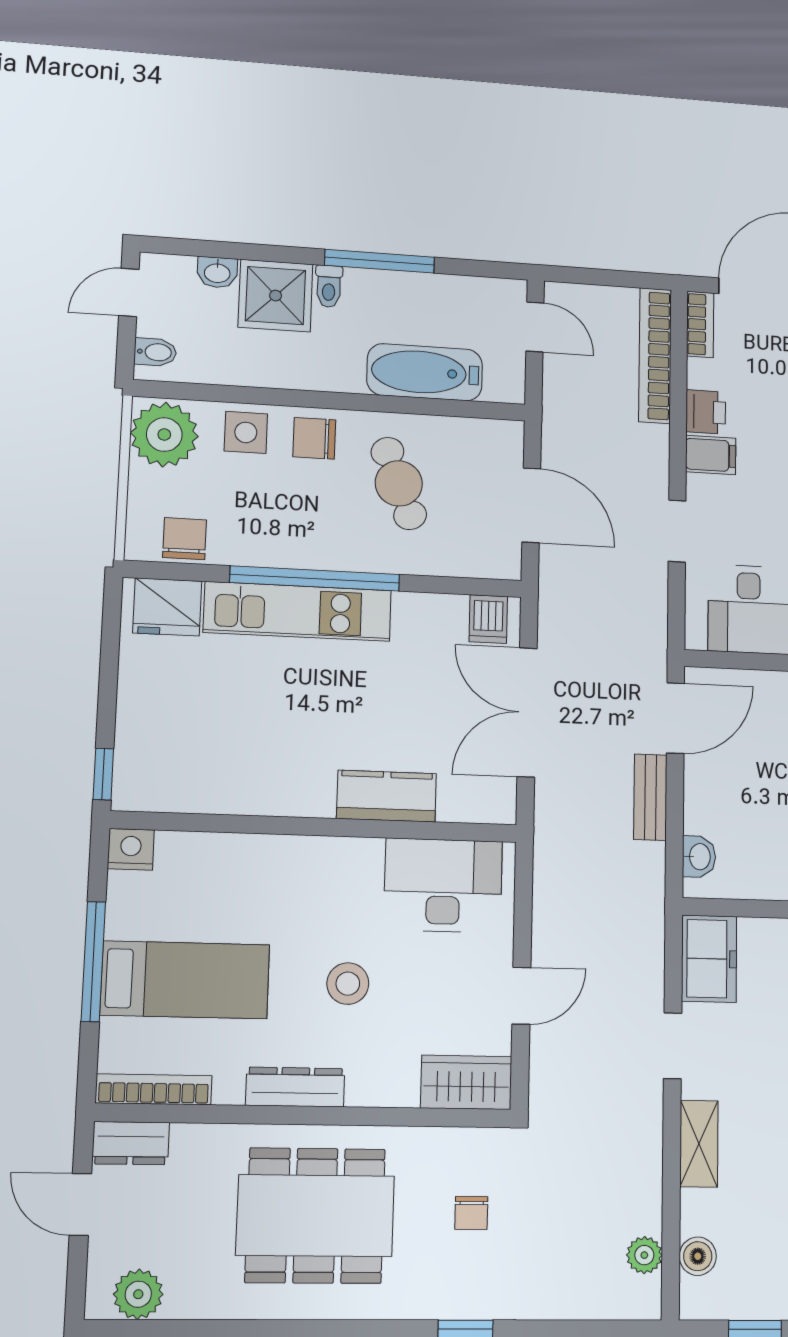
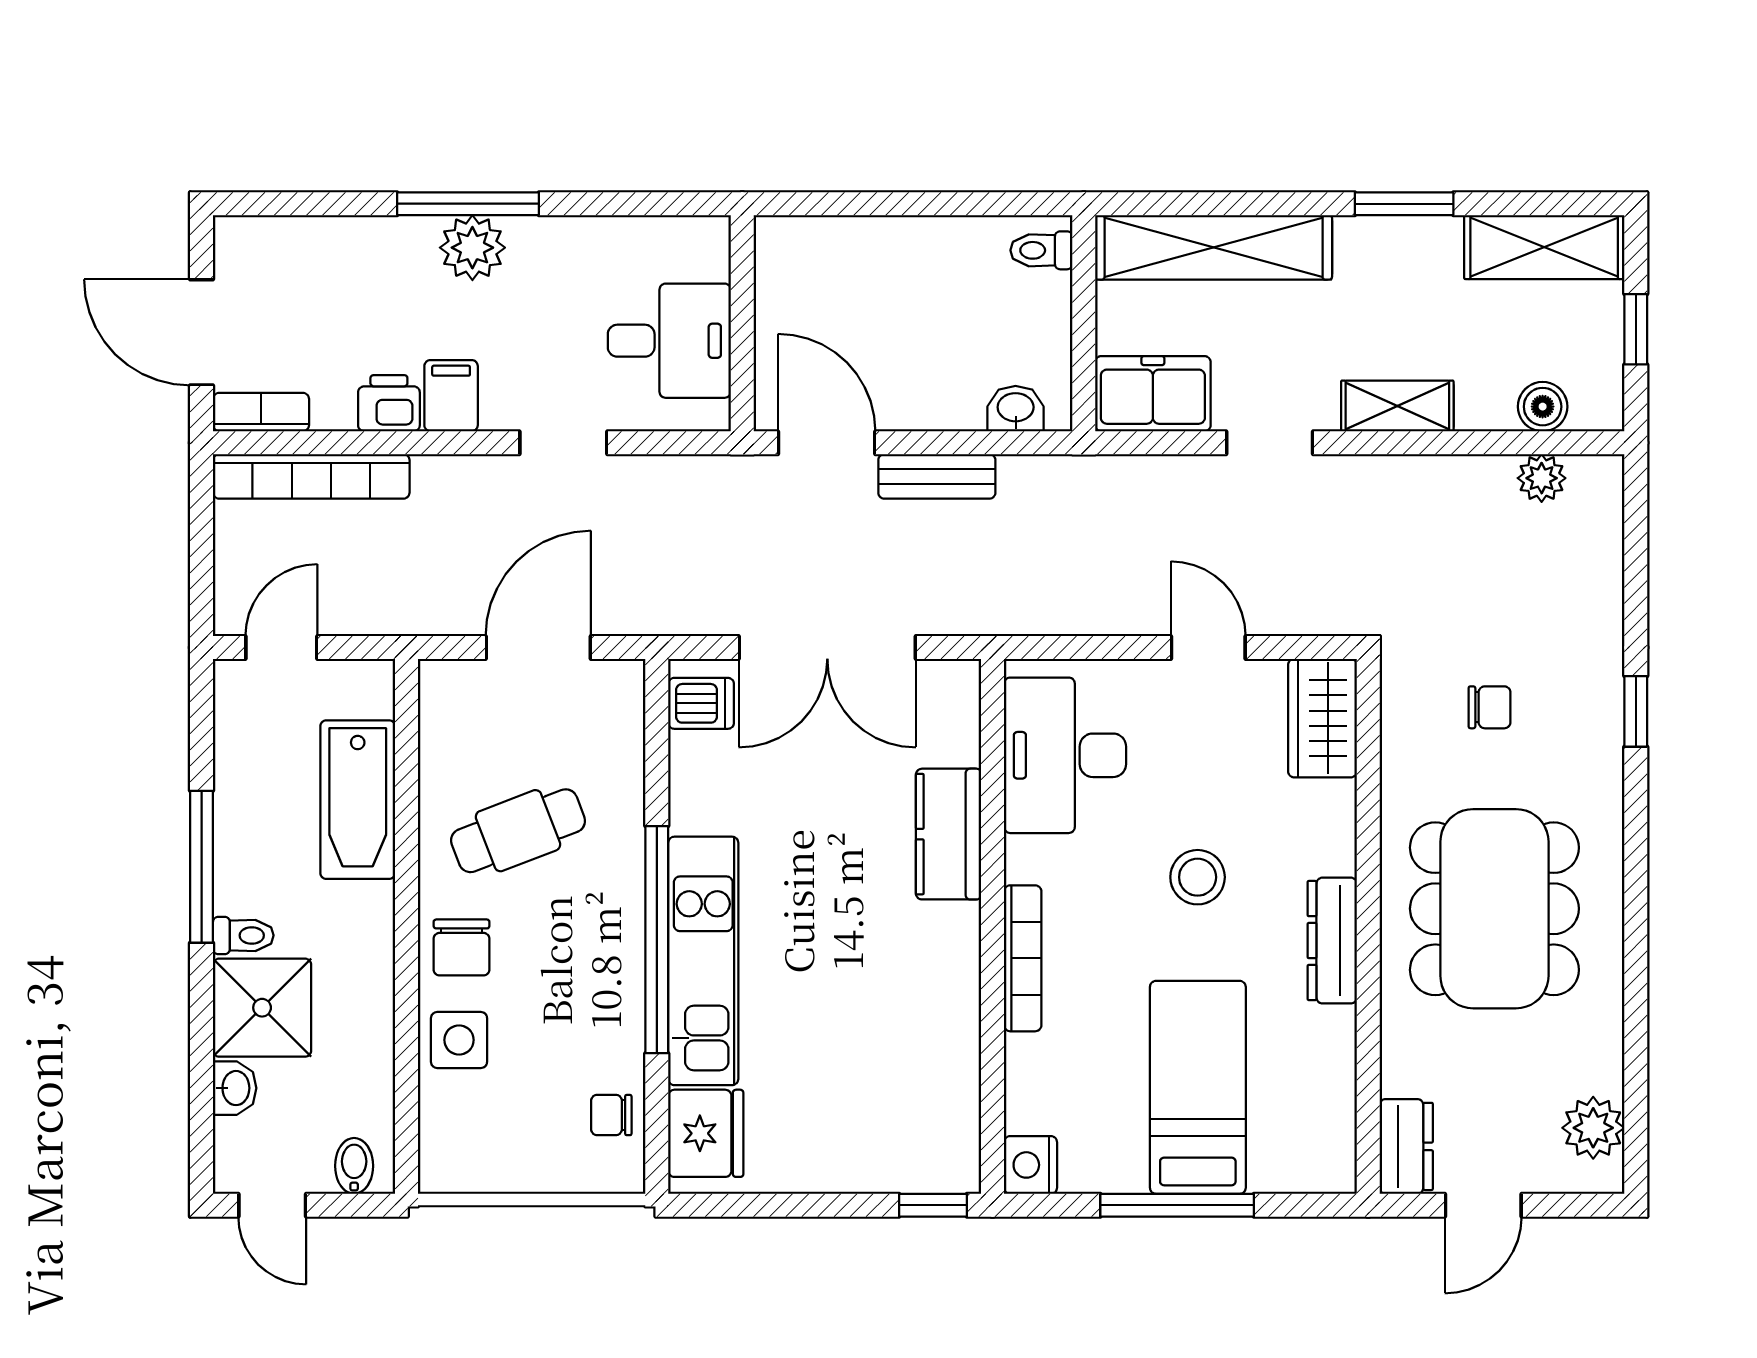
plant: (164, 435) -> (469, 1148), removed
chair: (185, 539) -> (611, 1115), width x0.73, depth x0.73
bookcase: (154, 1089) -> (1023, 958), moved, turned 180

